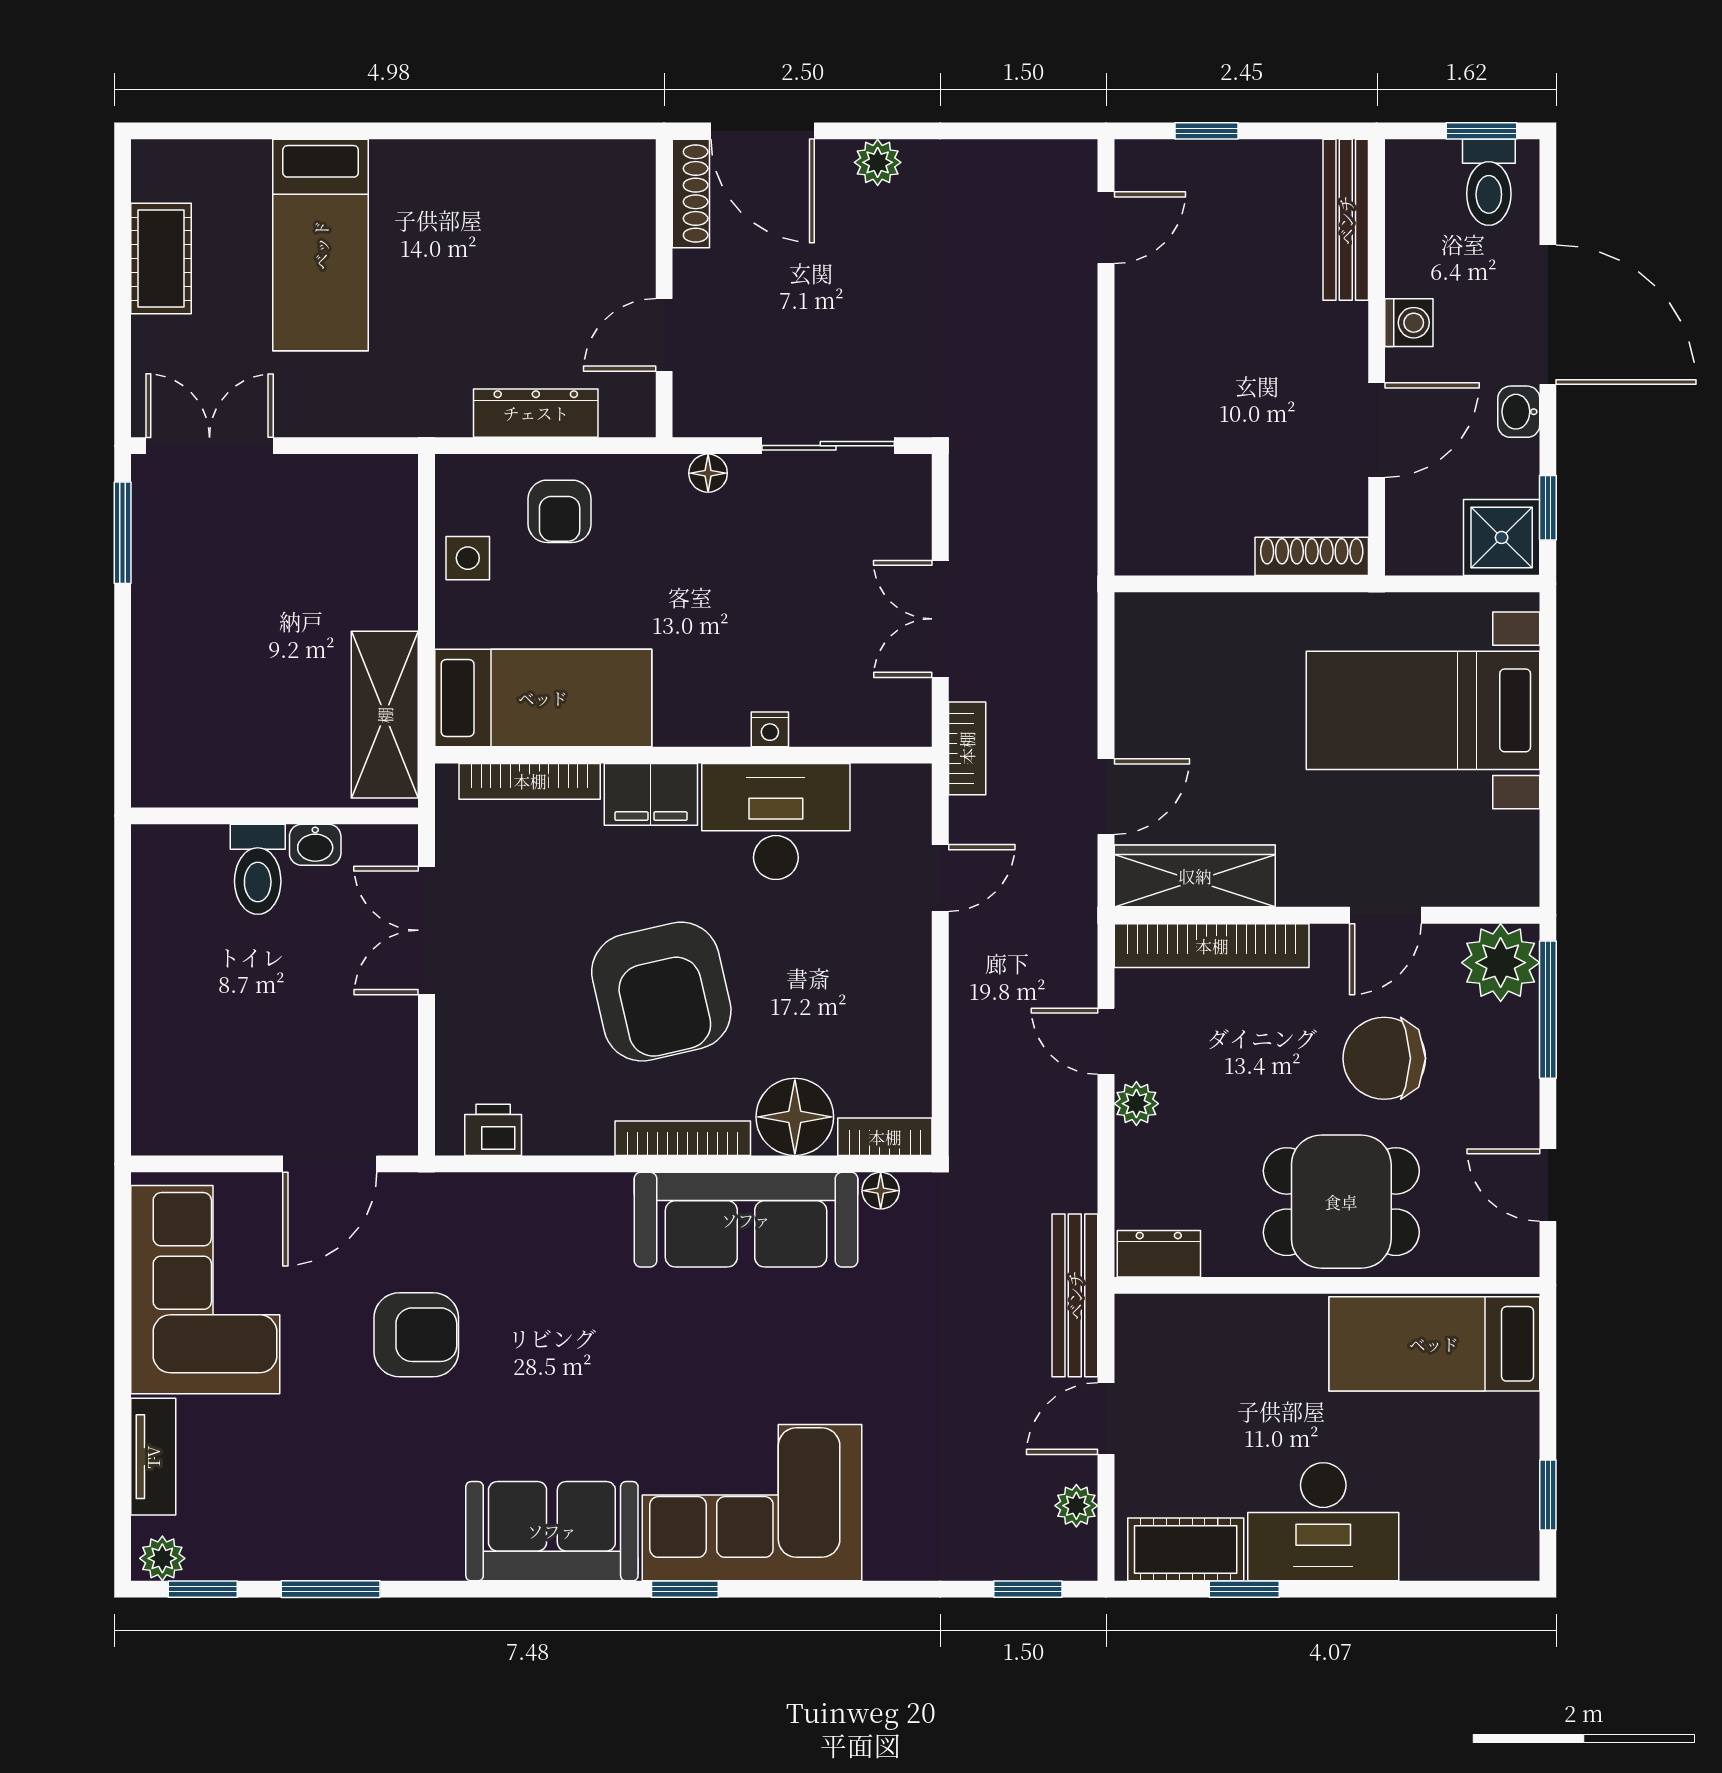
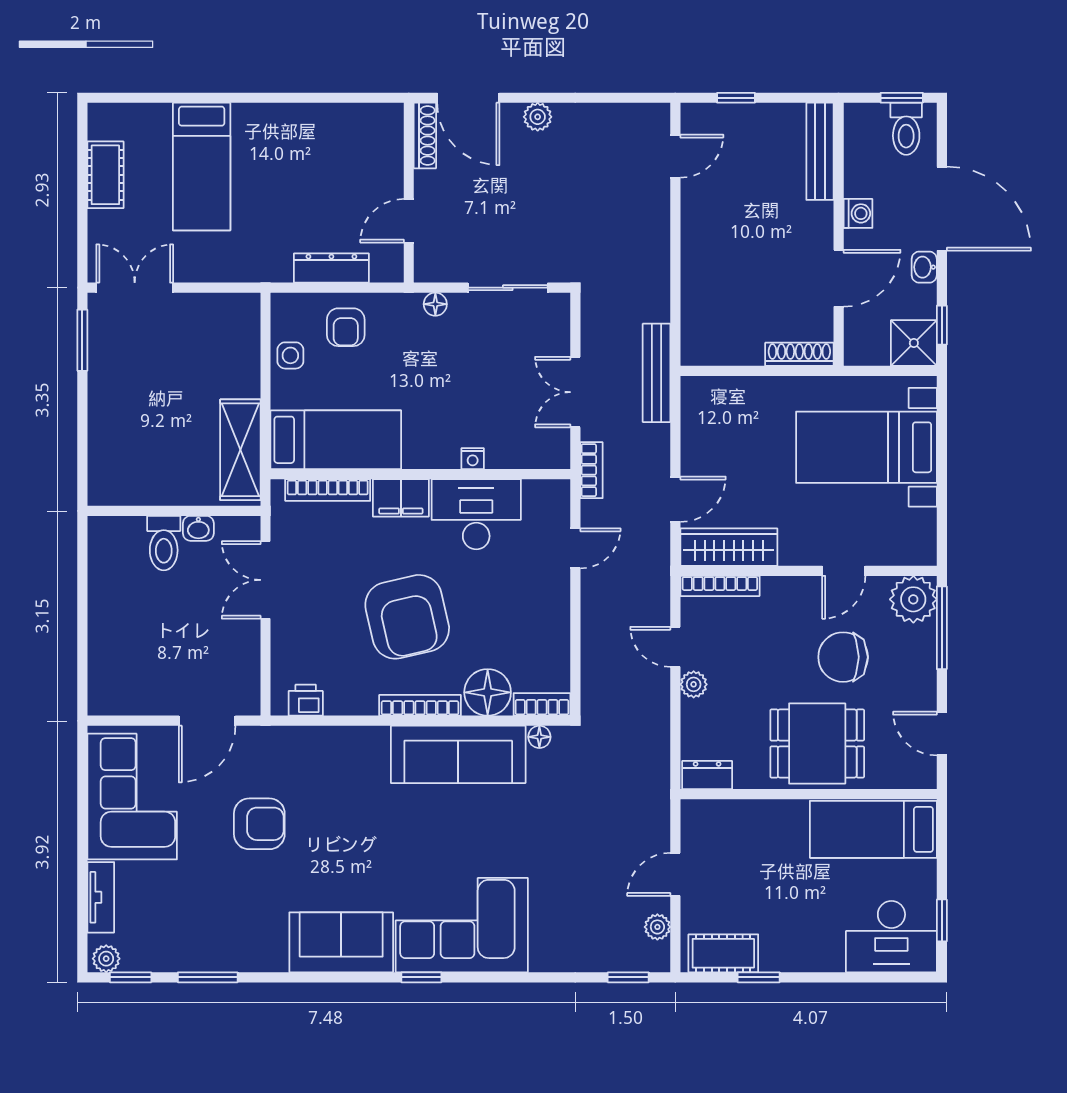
bookcase: (1212, 946) -> (720, 586), width x0.68, depth x0.76
bench: (1075, 1295) -> (657, 373), moved
desk: (1323, 1522) -> (891, 937), moved

